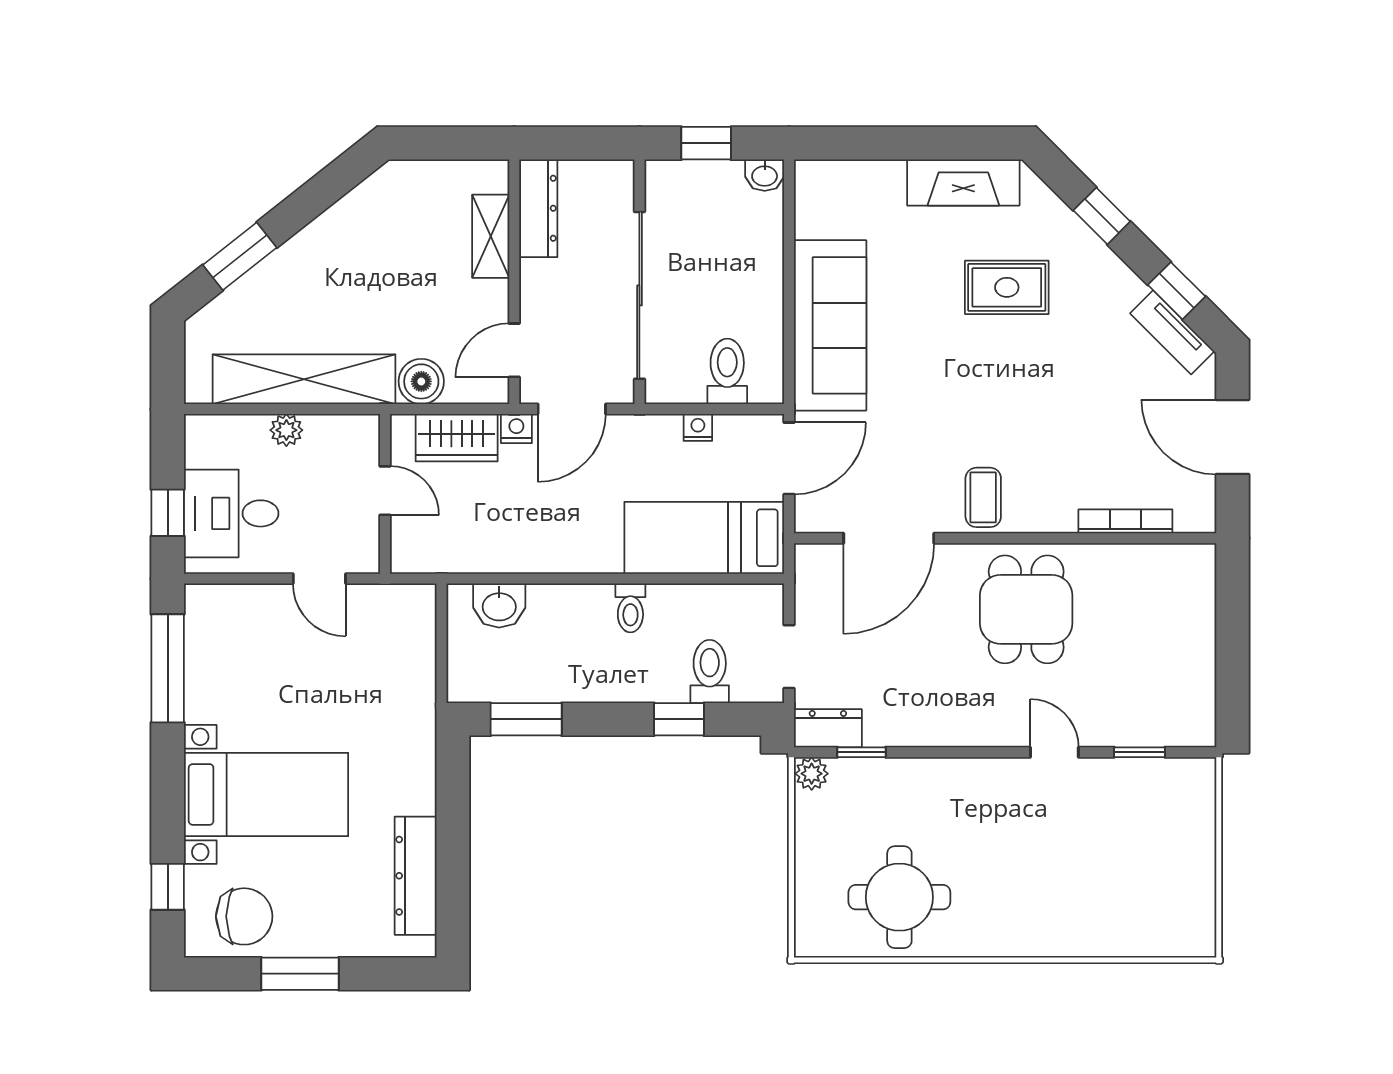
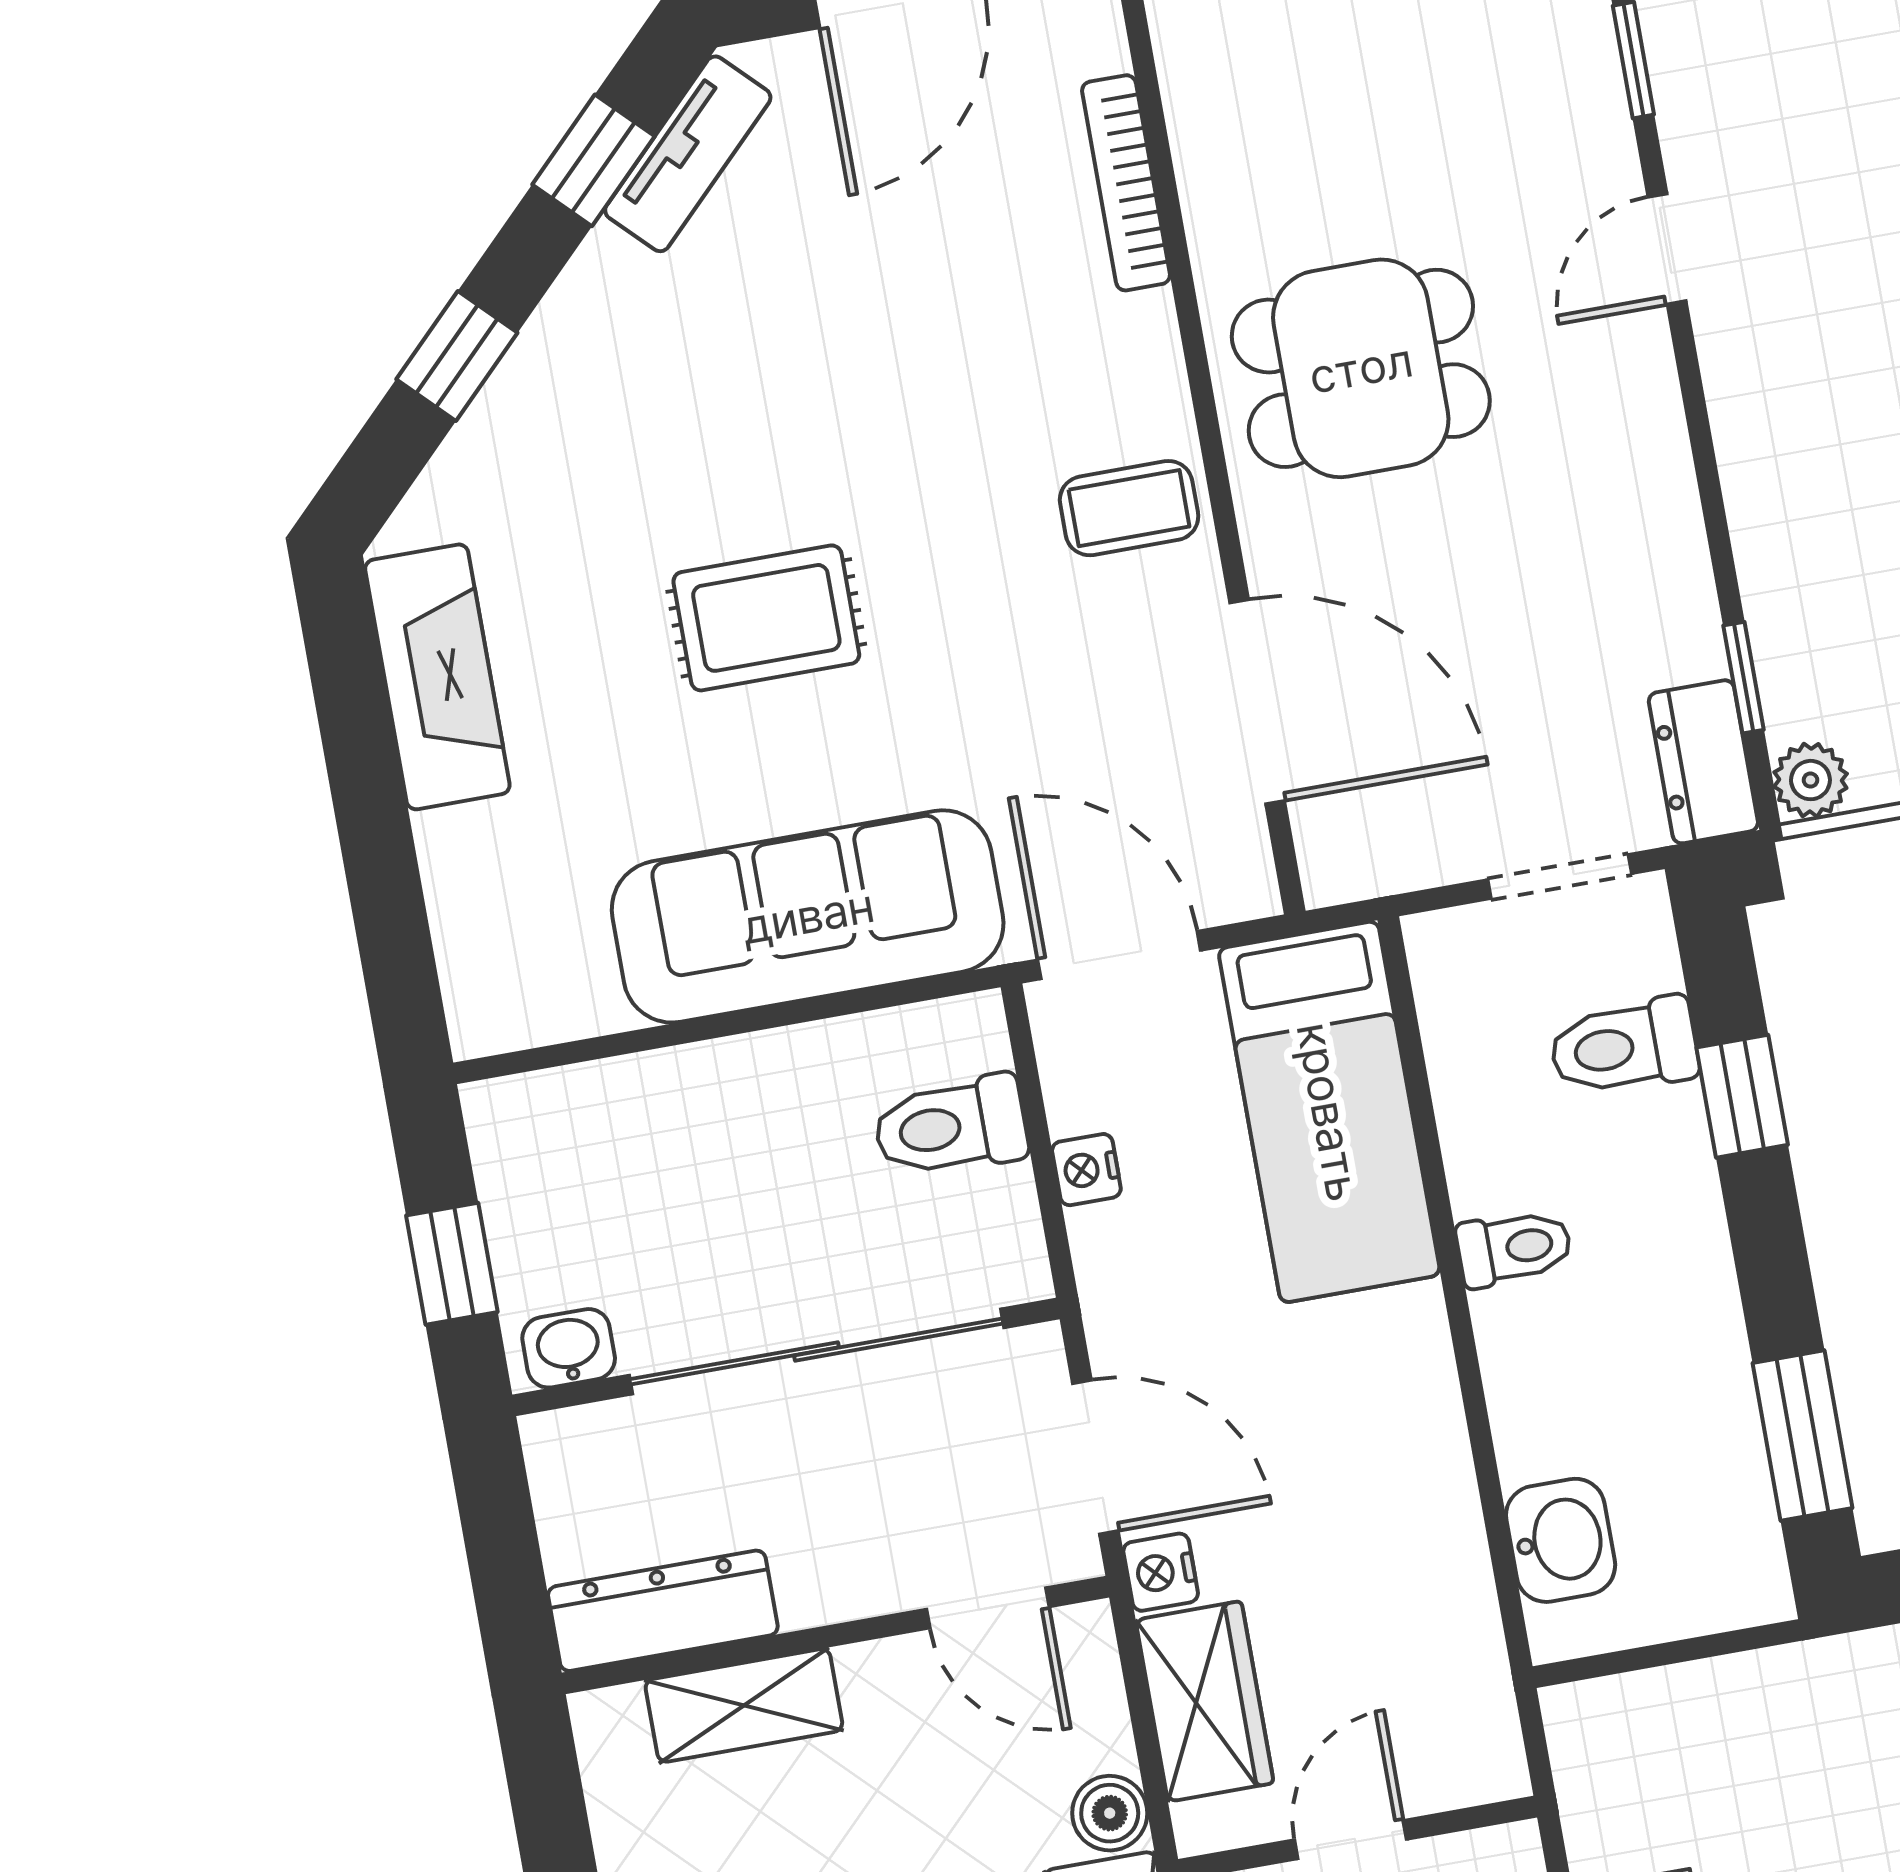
washbasin: (765, 175) -> (569, 1348), moved, turned -90
rug: (1007, 287) -> (766, 618), moved, turned 90
boiler: (421, 381) -> (1110, 1813), width x0.73, depth x0.73

